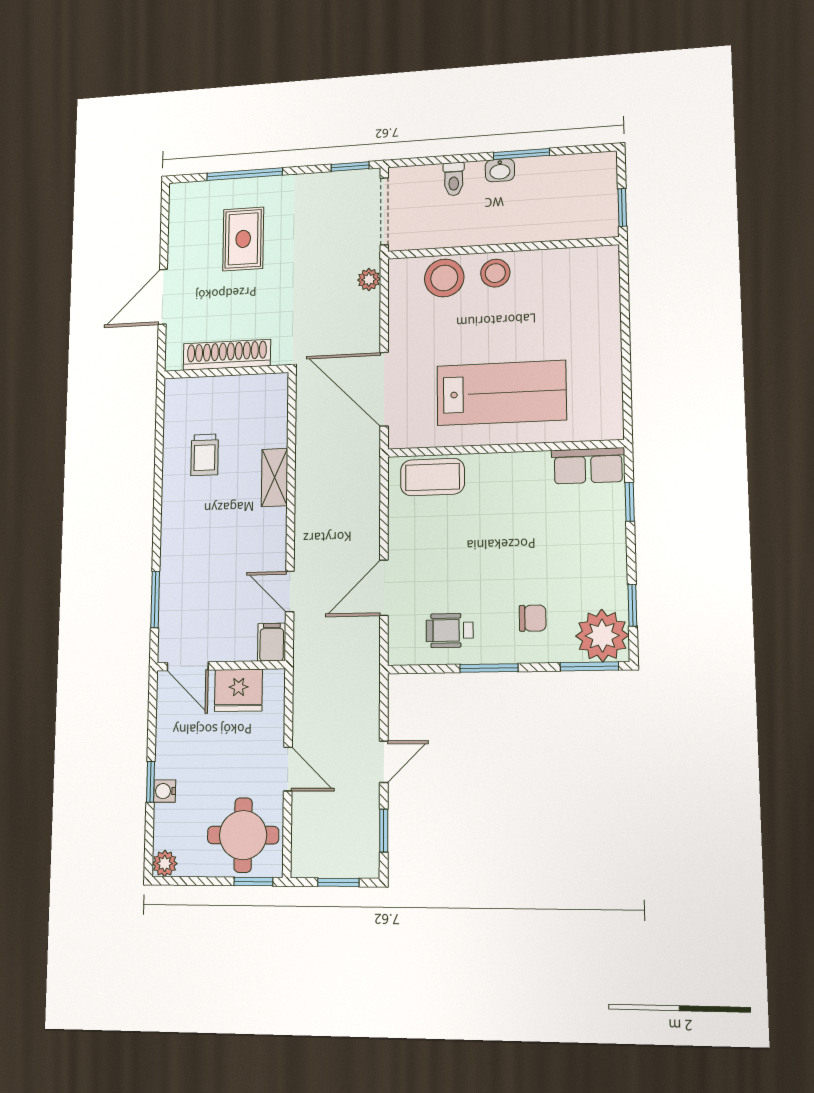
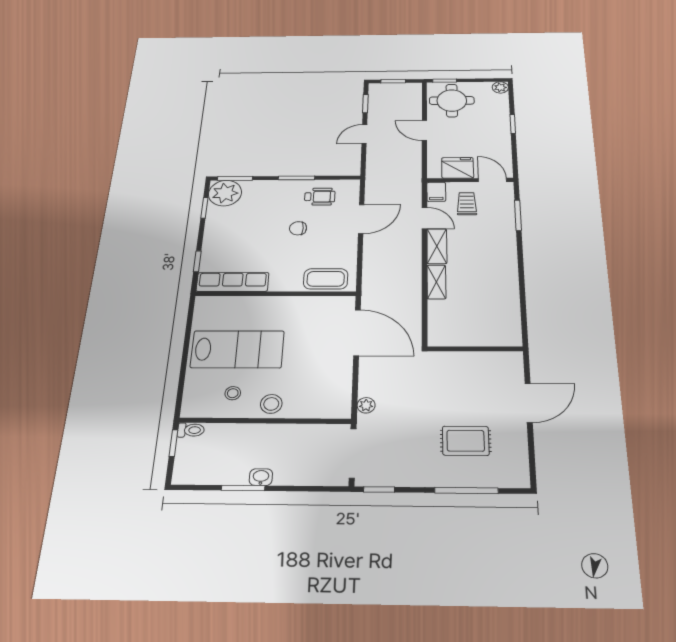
toilet: (454, 179) -> (191, 430), moved, turned 90
rug: (243, 239) -> (466, 441), turned 90
stool: (444, 278) -> (233, 393), moved, width x0.53, depth x0.53
shoe rack: (227, 355) -> (475, 360), removed
lab bench: (501, 393) -> (237, 349), moved, turned 180
trolley: (205, 455) -> (467, 204), moved
row of seats: (588, 466) -> (233, 282), width x1.48
shelving: (273, 540) -> (437, 246), added
chair: (533, 618) -> (298, 228), moved
water cooler: (165, 791) -> (503, 120), removed

